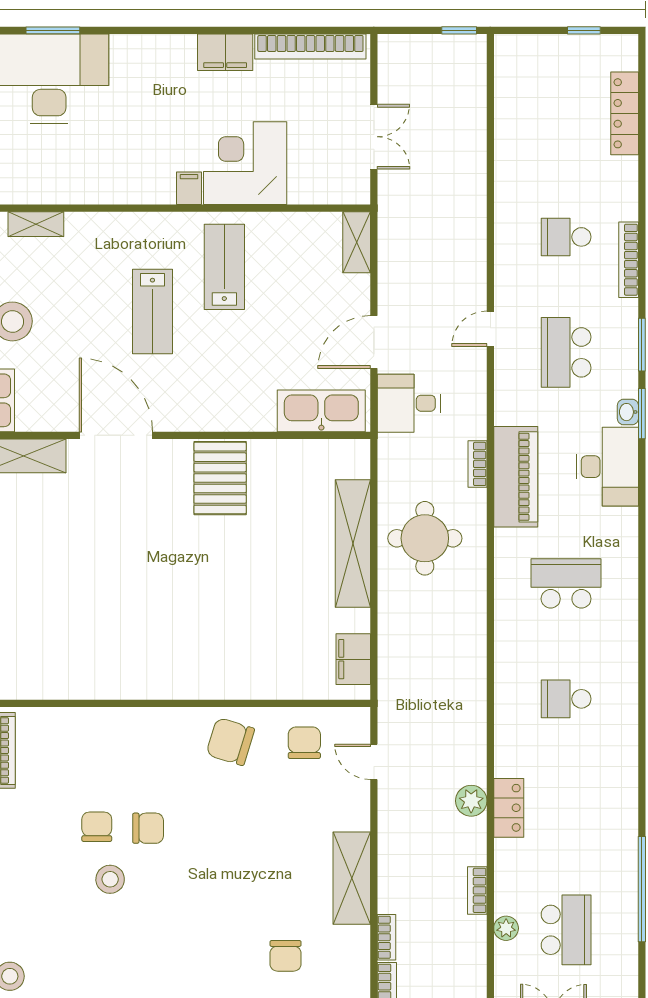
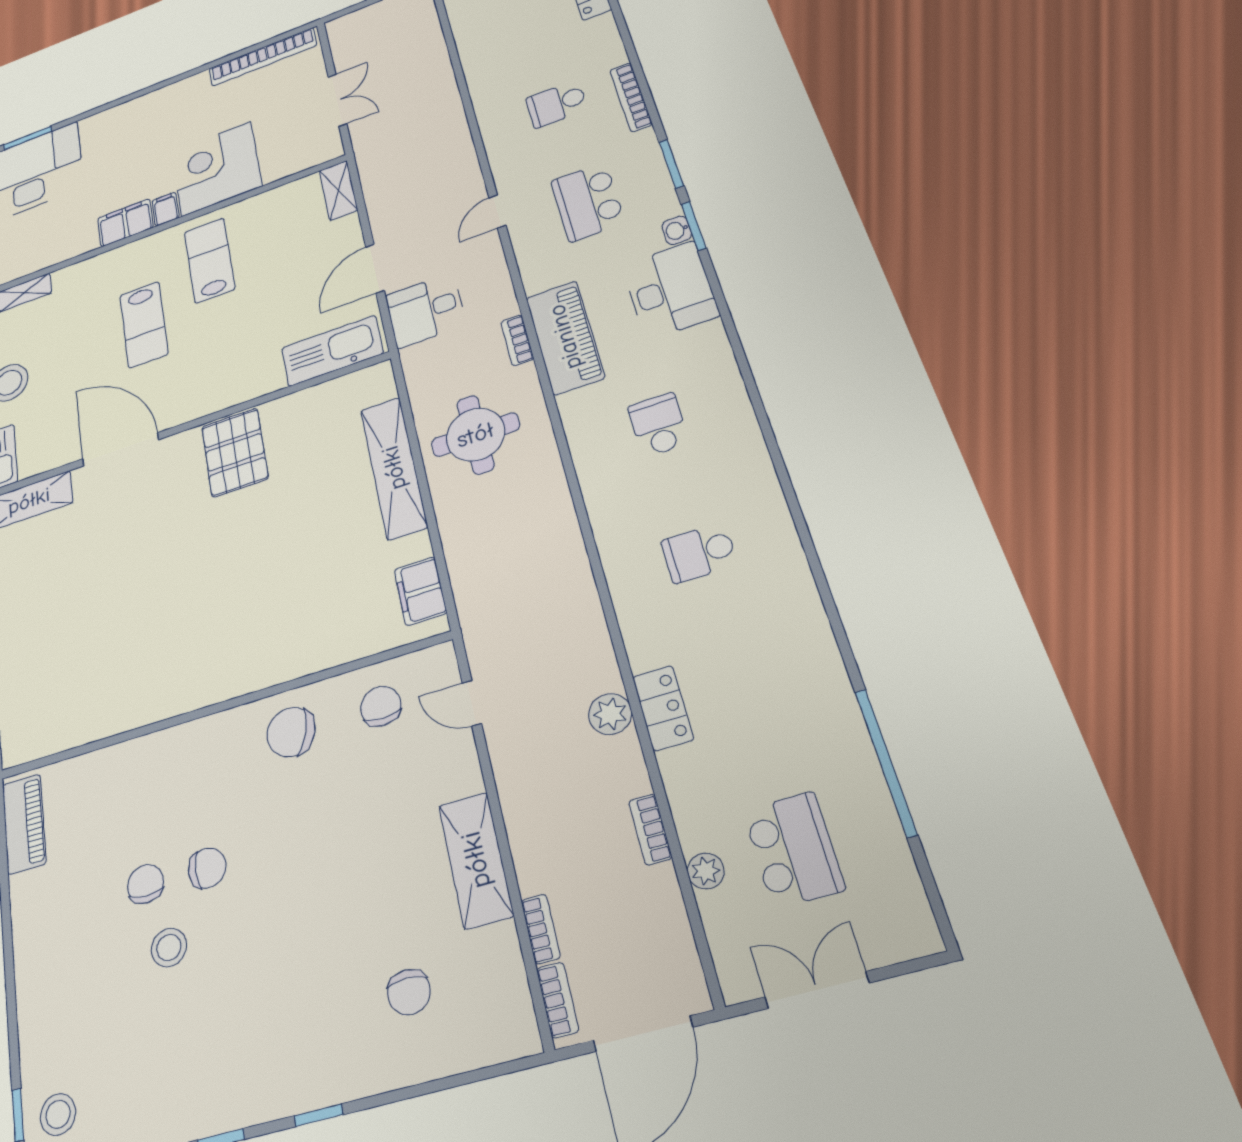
filing cabinet: (225, 52) -> (125, 223), moved, turned 180
school desk: (566, 583) -> (658, 425), width x0.54

